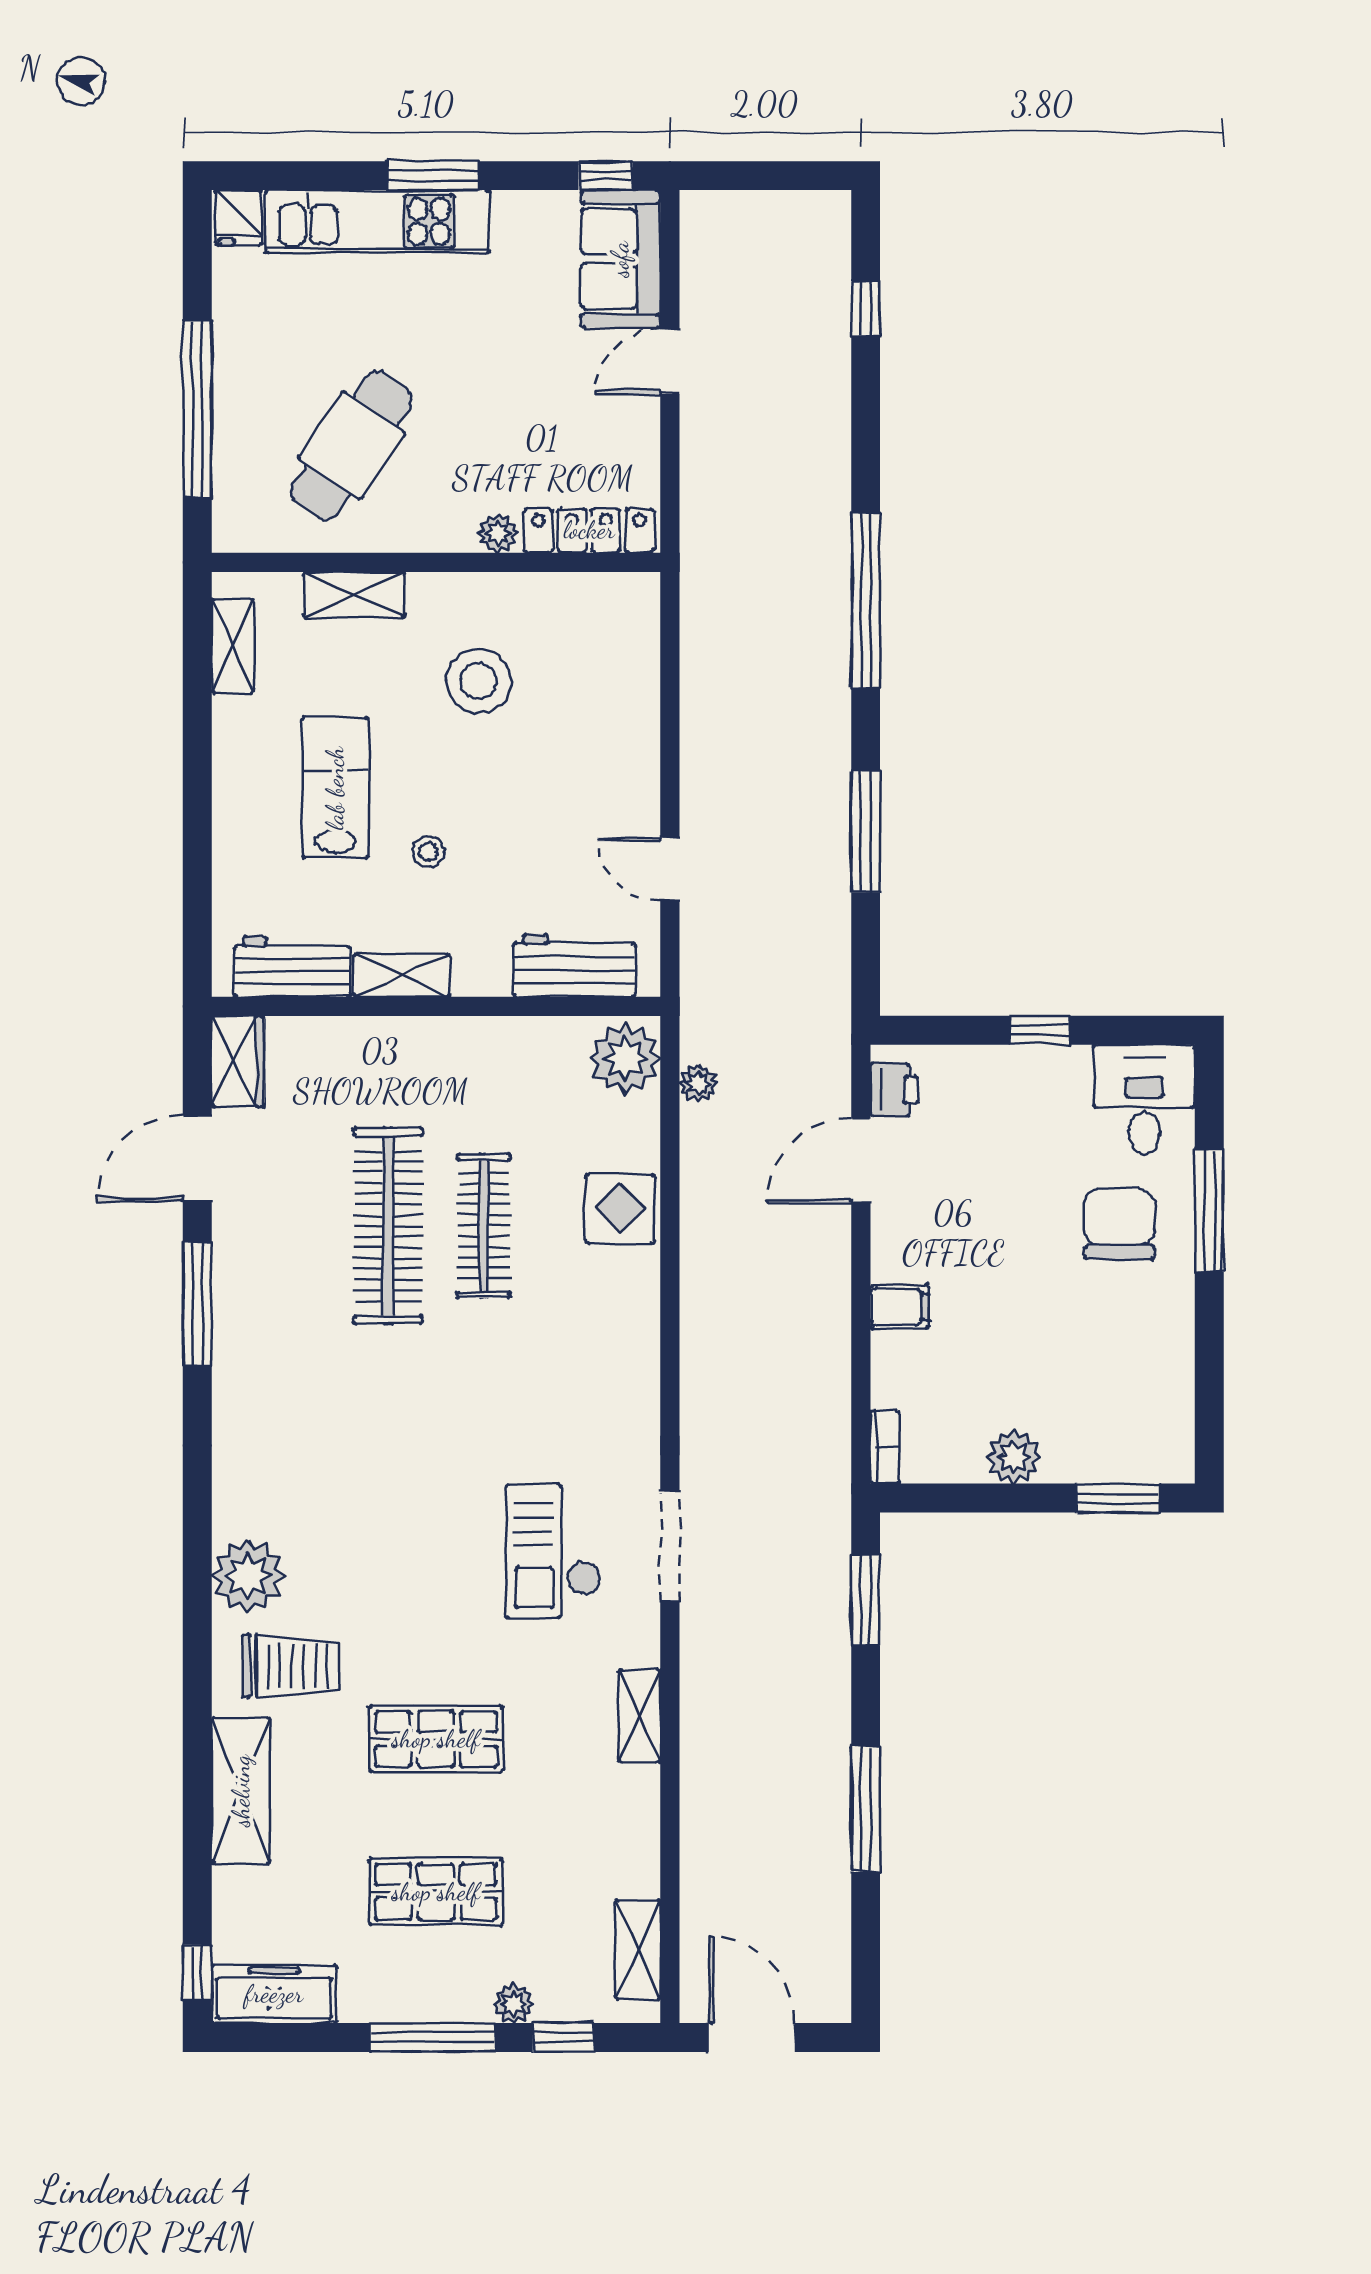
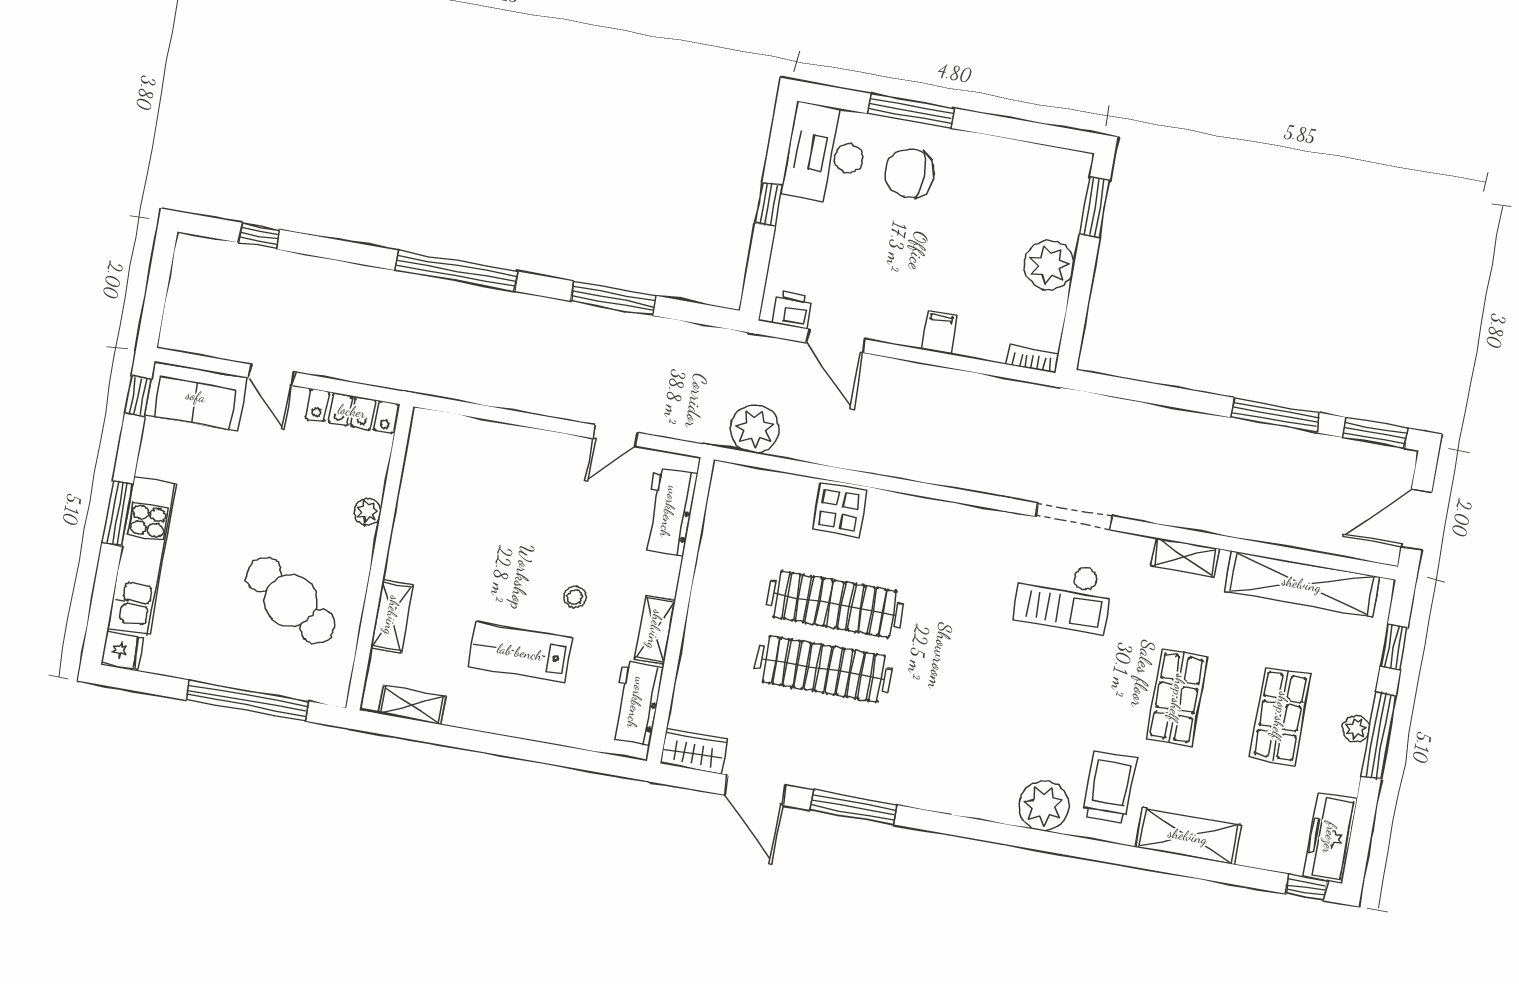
locker: (589, 530) -> (352, 411), moved, turned -90
stool: (479, 681) -> (465, 543), removed
plant: (625, 1058) -> (738, 488), removed
plant: (698, 1083) -> (755, 429), width x1.88, depth x1.88
desk: (1144, 1099) -> (826, 154), width x1.37
clothes rail: (484, 1226) -> (835, 604), width x1.37, depth x1.31
plant: (1014, 1457) -> (1049, 265), width x1.36, depth x1.36
window: (866, 1600) -> (1375, 433), moved
shelving: (638, 1949) -> (1302, 584), width x2.20, depth x1.33
plant: (514, 2004) -> (1356, 729), moved

